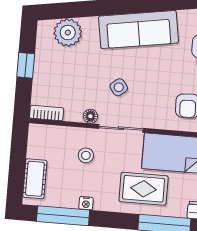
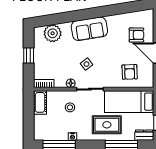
sofa: (138, 30) -> (89, 29), width x0.73
cot: (35, 179) -> (40, 102), moved

